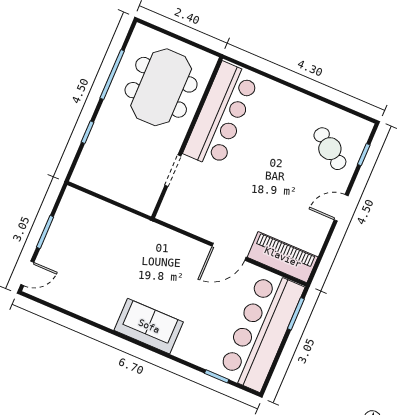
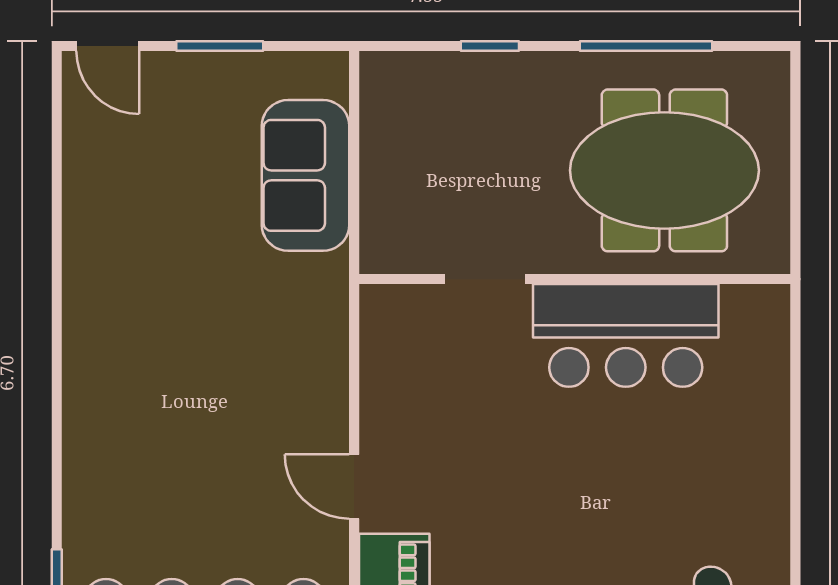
bar counter: (221, 115) -> (626, 335), width x0.73
door: (229, 252) -> (354, 487), width x0.73
sofa: (149, 326) -> (306, 175), moved, turned 180

